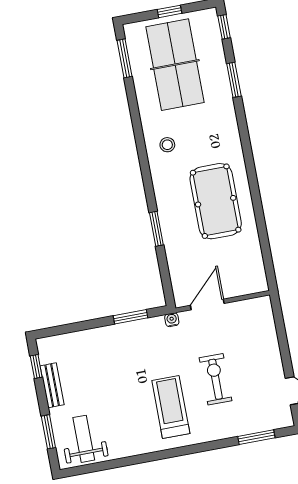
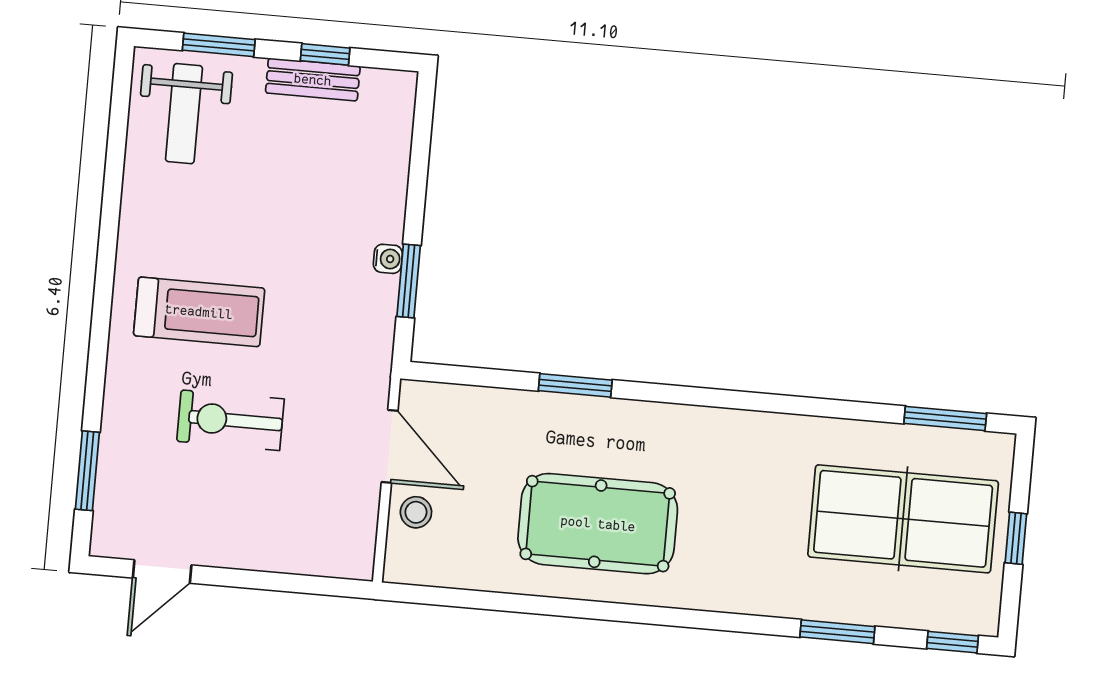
stool: (167, 145) -> (416, 512), moved
water cooler: (172, 320) -> (388, 259), moved
window: (36, 366) -> (325, 54), moved
exercise bike: (216, 379) -> (230, 420), turned 180
weight bench: (84, 439) -> (184, 114), turned 90

